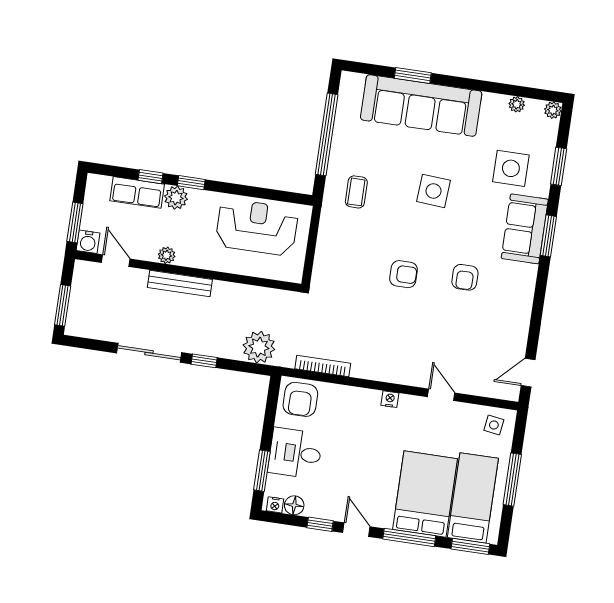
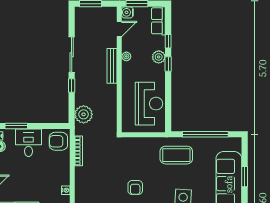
row of seats: (137, 192) -> (158, 21), moved
coffee table: (356, 192) -> (176, 155), width x1.86, depth x1.72

